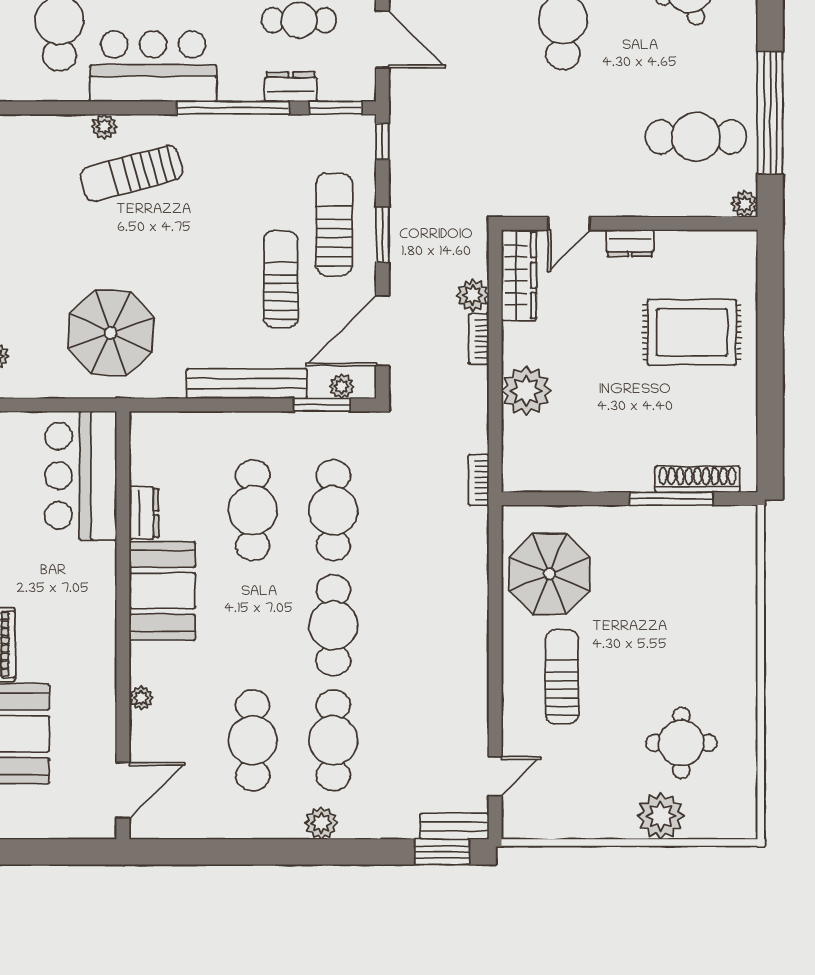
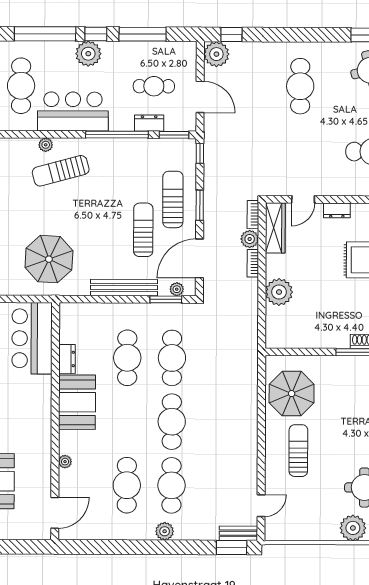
bookcase: (479, 480) -> (253, 215), moved

